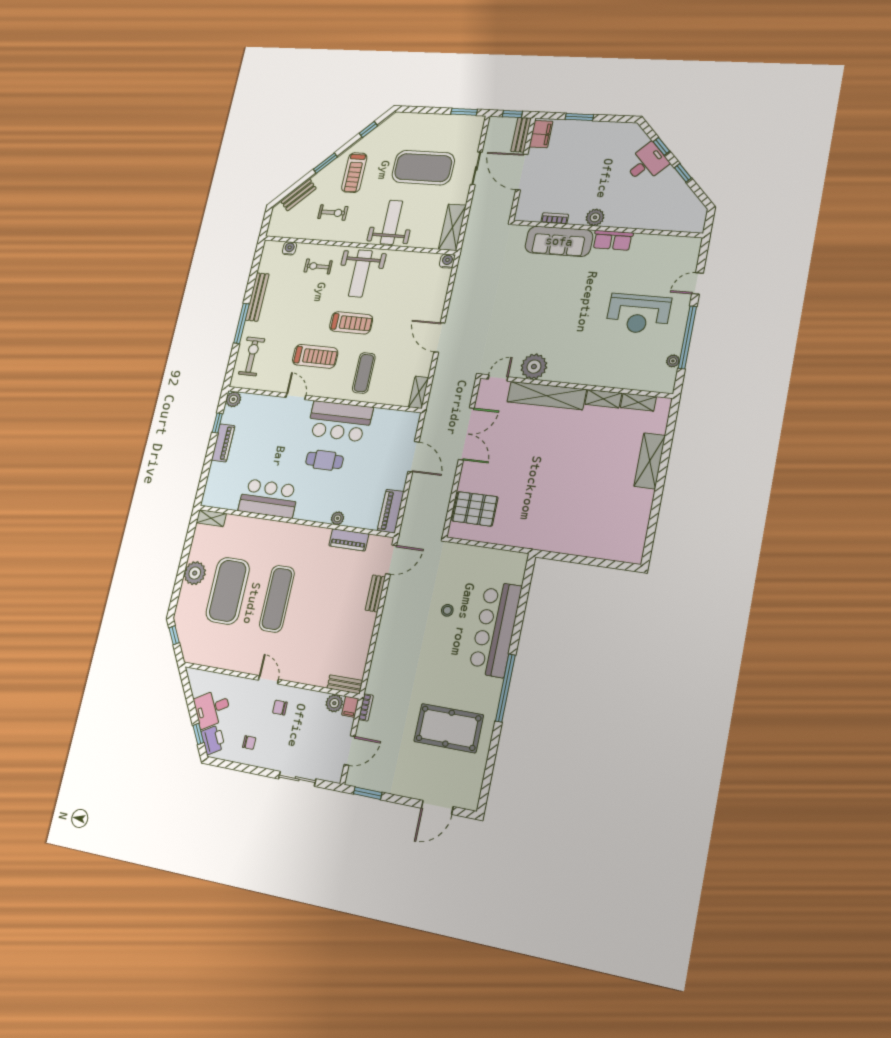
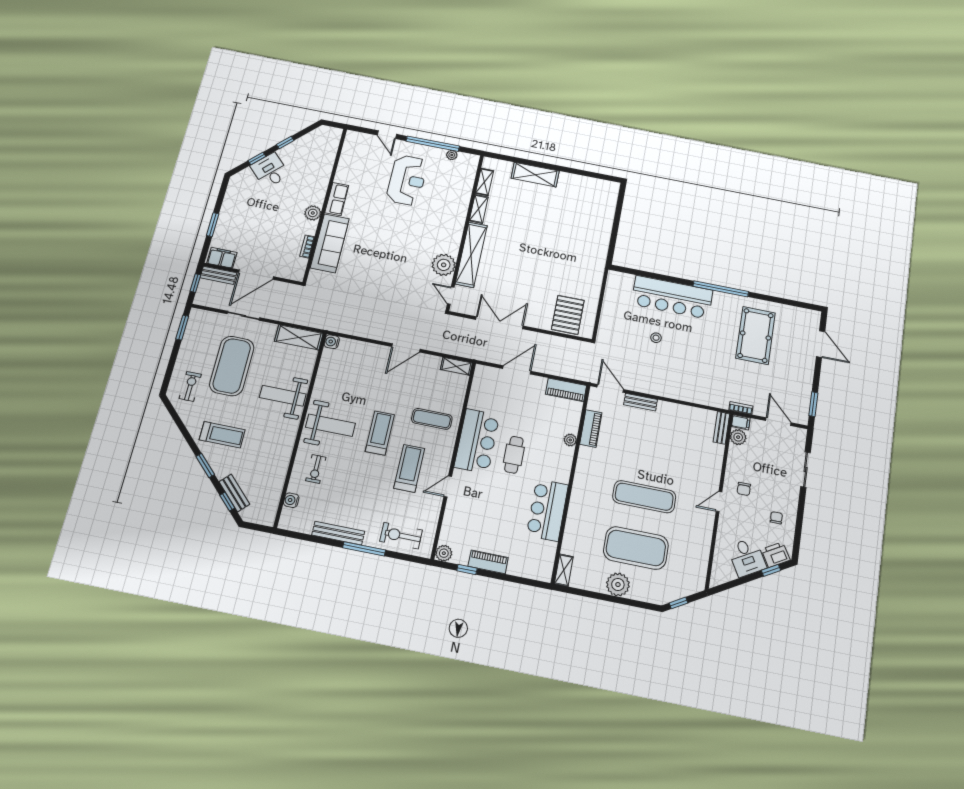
window: (368, 130) -> (227, 502), moved
exercise bike: (333, 213) -> (190, 386), moved

